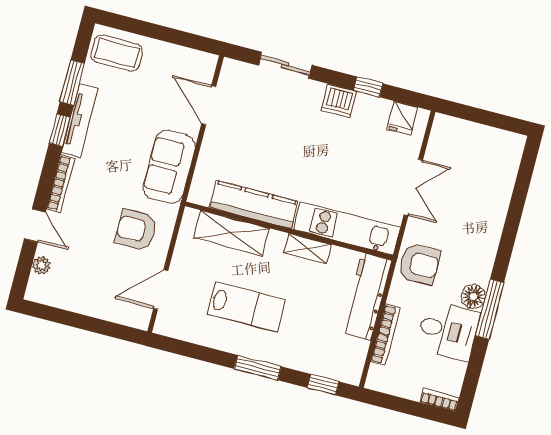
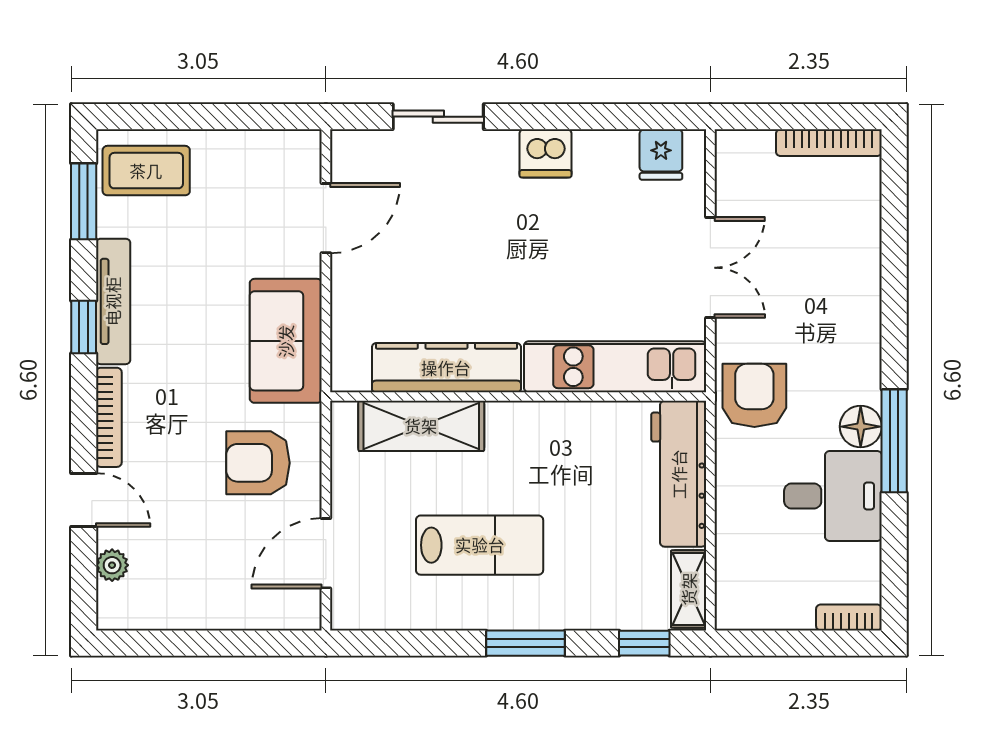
window: (72, 82) -> (84, 201), moved
window: (368, 87) -> (589, 117), removed
door: (209, 105) -> (326, 218), swing flipped
shelving: (308, 248) -> (689, 589), moved, turned 90
armchair: (419, 264) -> (754, 395), turned -90
bookcase: (385, 335) -> (829, 143), moved, turned 90

